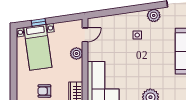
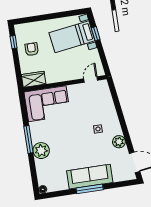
door: (85, 35) -> (91, 80), swing flipped
plant: (76, 54) -> (72, 74), removed

